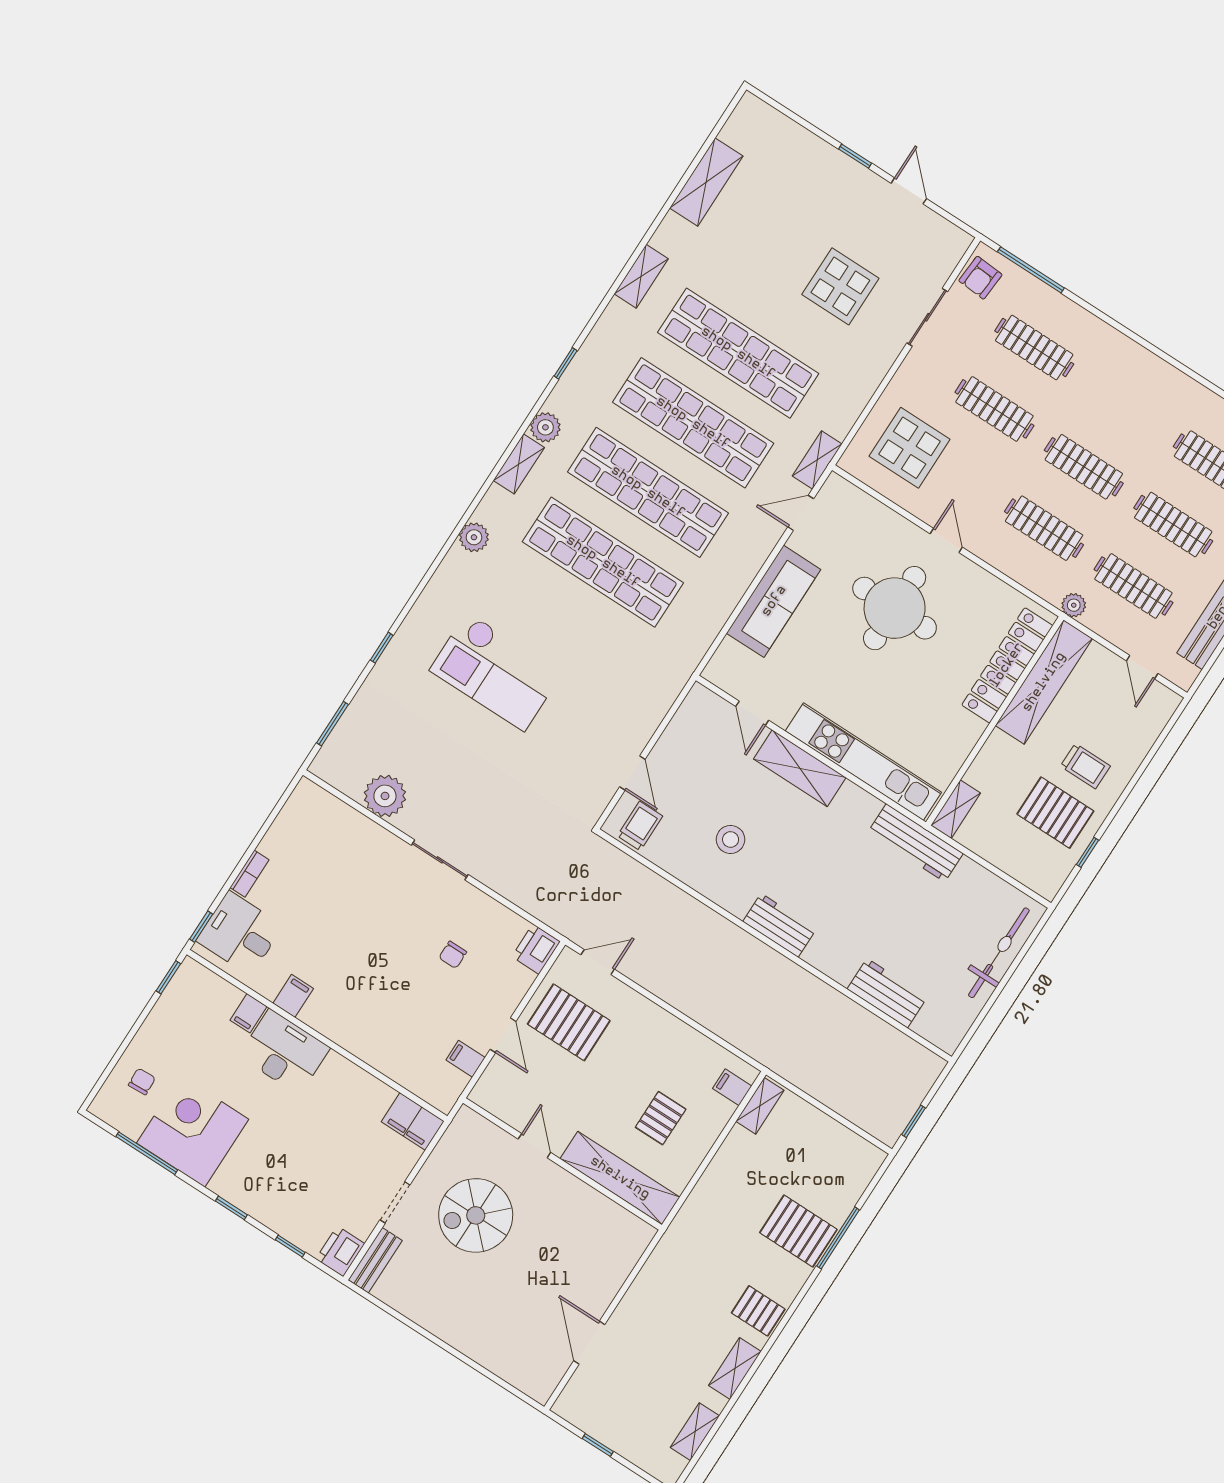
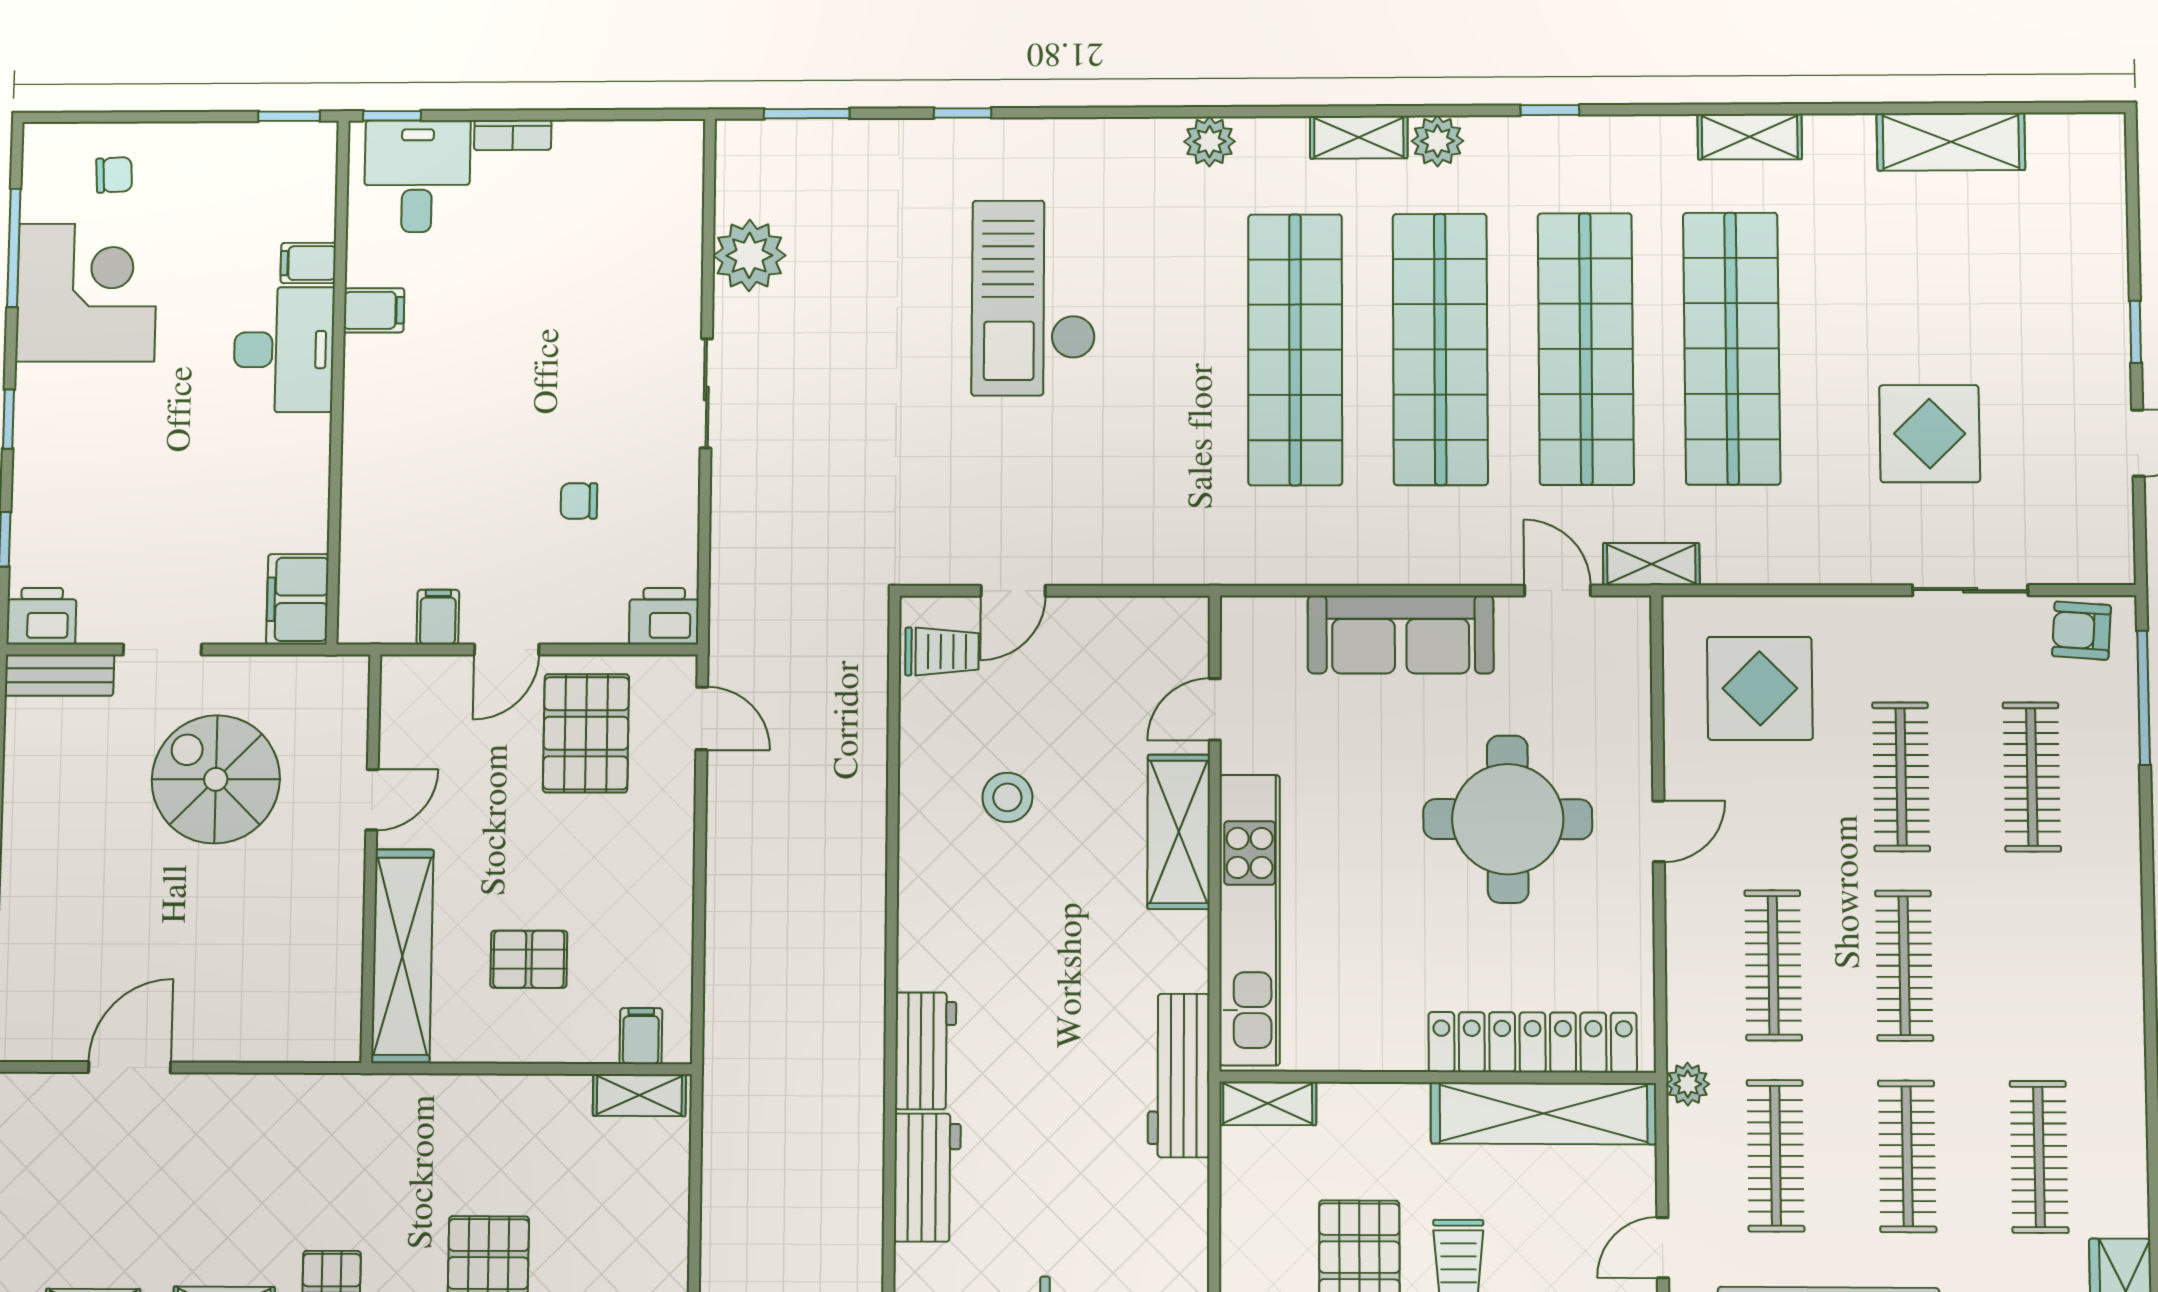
workbench: (780, 925) -> (926, 1051), moved

